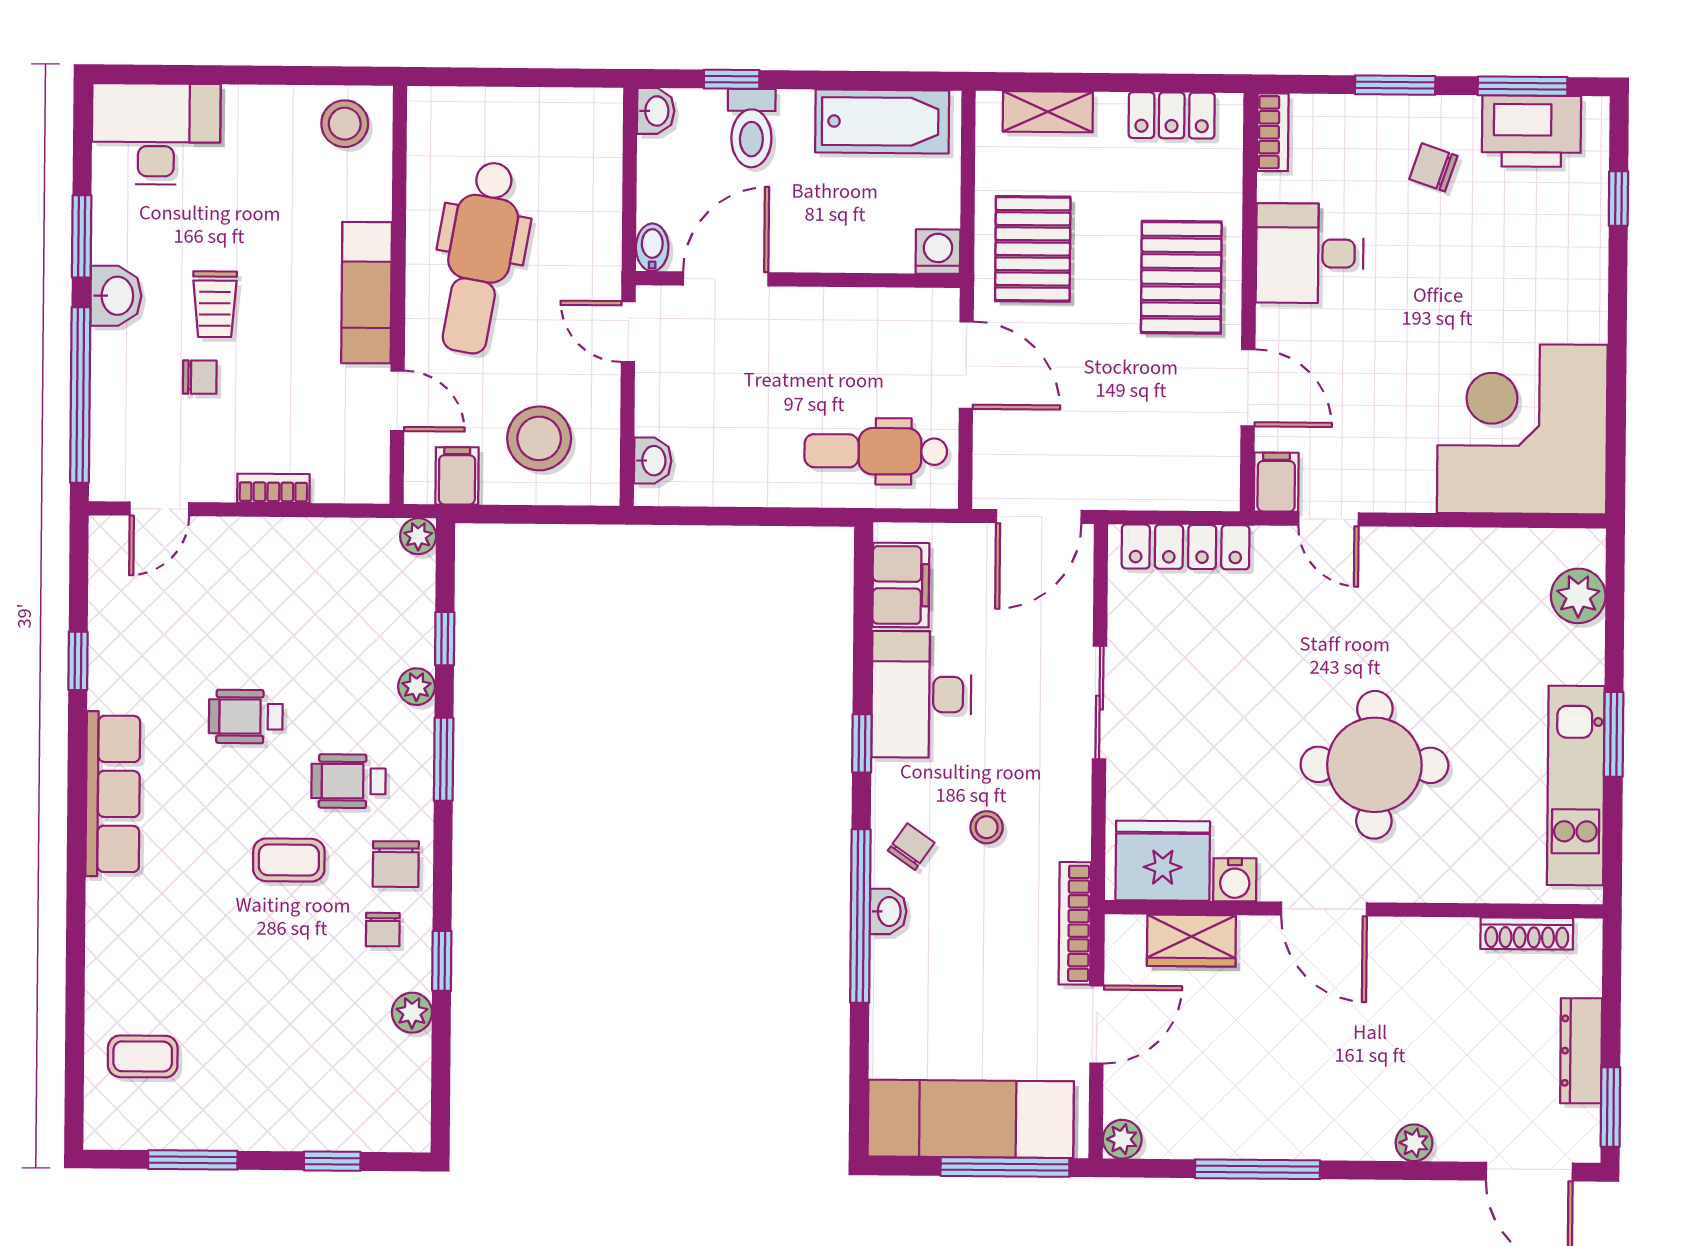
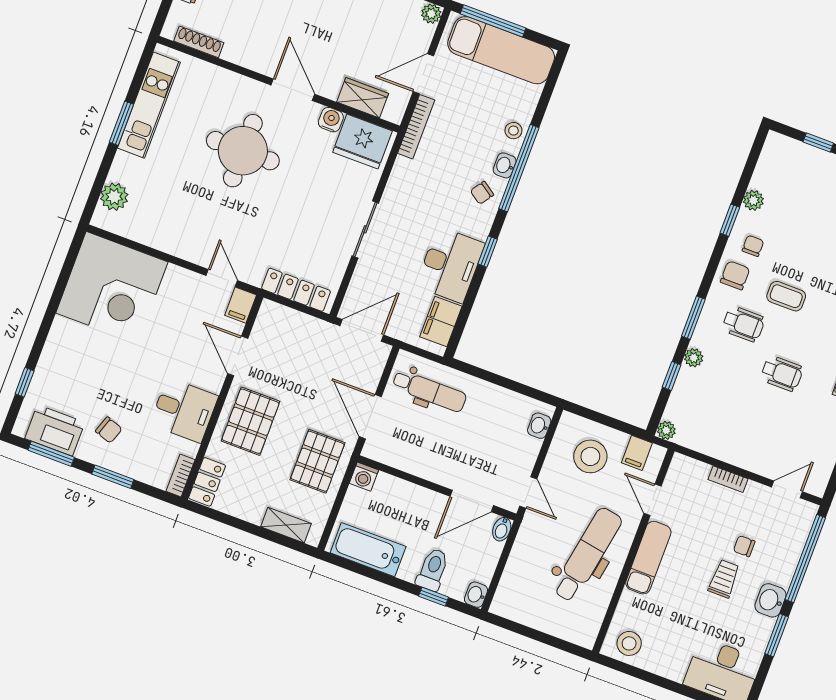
locker: (1172, 115) -> (207, 482), moved, turned 90
stool: (987, 827) -> (513, 131), moved

